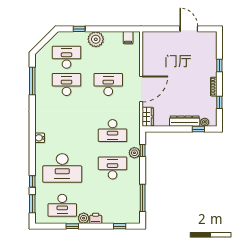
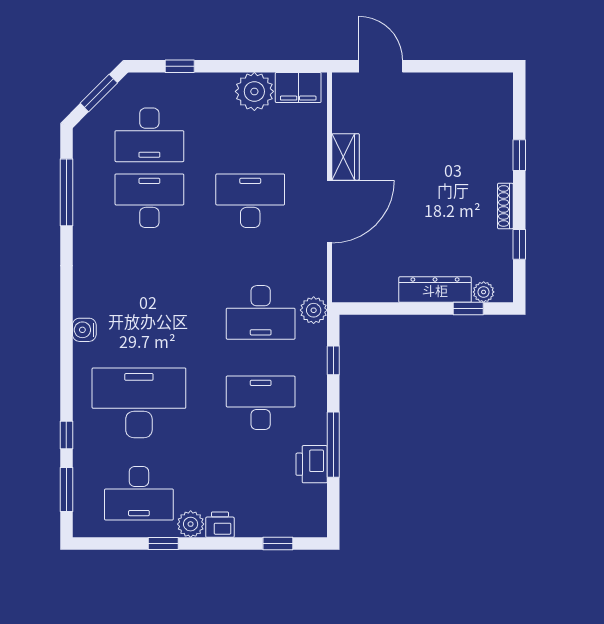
door: (189, 29) -> (381, 66), moved
filing cabinet: (128, 38) -> (298, 87), width x2.00
plant: (96, 39) -> (254, 91), moved
window: (46, 40) -> (99, 93), added
desk: (67, 57) -> (149, 135), turned 180
wardrobe: (148, 117) -> (346, 157), moved
plant: (134, 153) -> (314, 310), moved
desk: (62, 168) -> (139, 403), turned 180
printer: (134, 193) -> (312, 464), added
window: (143, 198) -> (333, 445), moved

